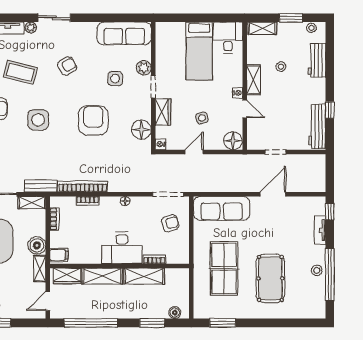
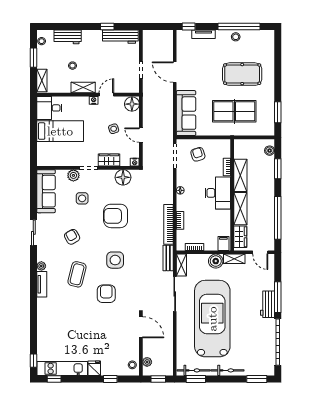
sliding door: (54, 18) -> (33, 233), moved

